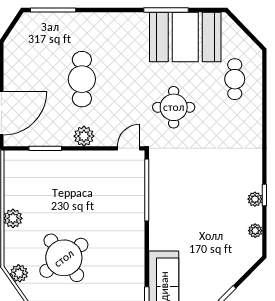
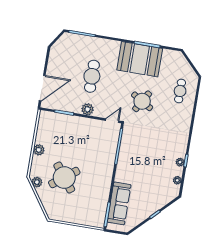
booth: (185, 37) -> (140, 59), moved
round table: (174, 107) -> (142, 101), turned 31

